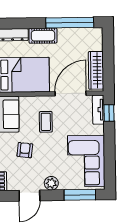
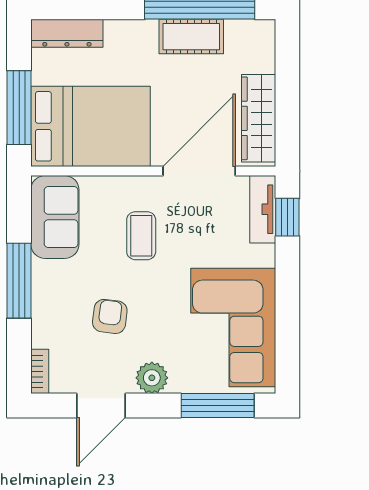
cot: (43, 36) -> (191, 37), moved
armchair: (25, 150) -> (110, 316), moved

